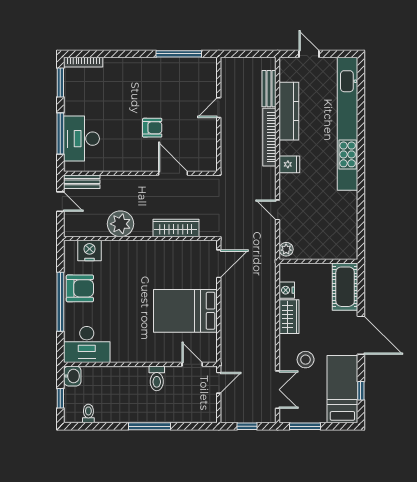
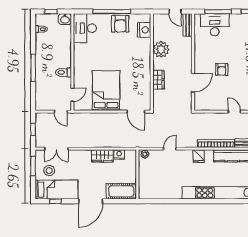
door: (60, 202) -> (175, 12), hinge flipped
wardrobe: (176, 228) -> (158, 80), width x0.67
stool: (306, 360) -> (49, 171), moved

